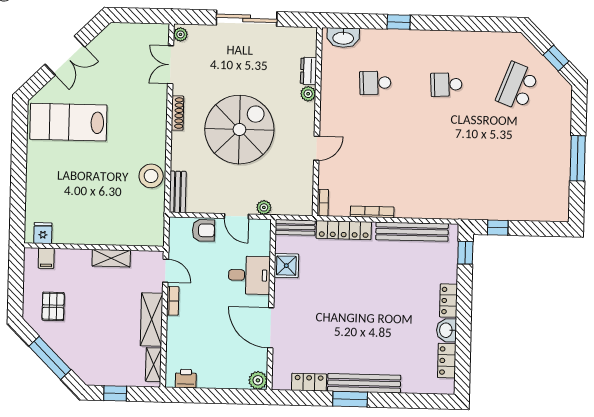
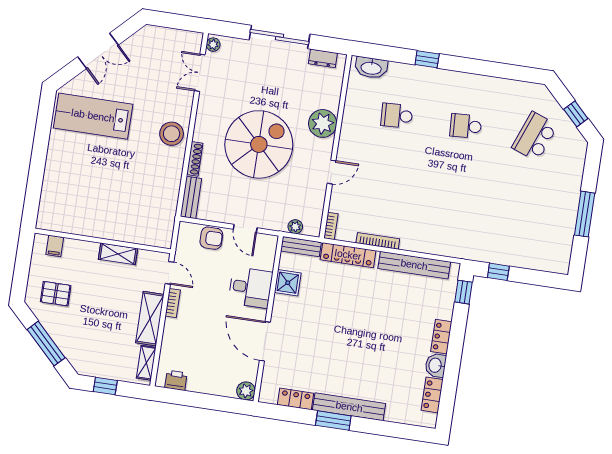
dresser: (309, 71) -> (323, 58), moved, turned -90
plant: (308, 94) -> (323, 123), width x1.87, depth x1.87
shoe rack: (177, 113) -> (195, 159), moved
stool: (151, 176) -> (172, 134), moved
plant: (264, 207) -> (295, 227), moved
fridge: (43, 233) -> (55, 221), removed
pallet: (53, 306) -> (56, 294), turned 90

